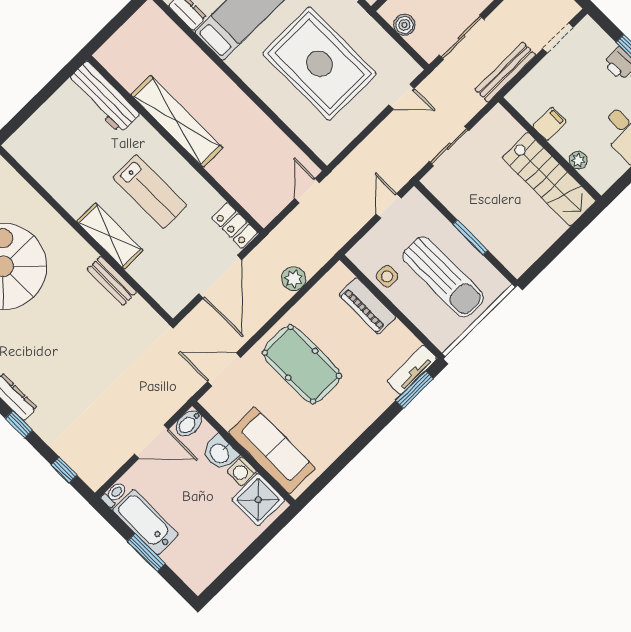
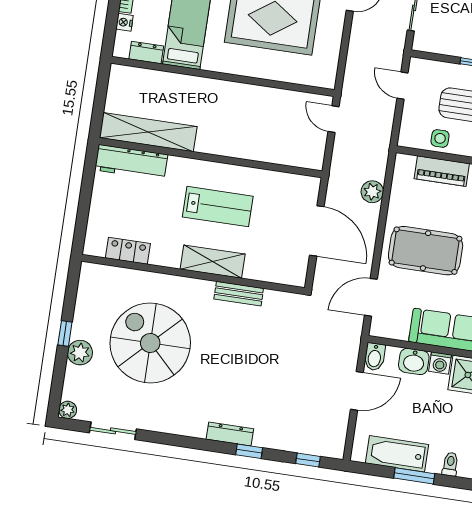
shelving: (177, 121) -> (148, 132), moved
locker: (235, 225) -> (128, 251), moved, turned 180
toilet: (114, 494) -> (450, 464), moved

